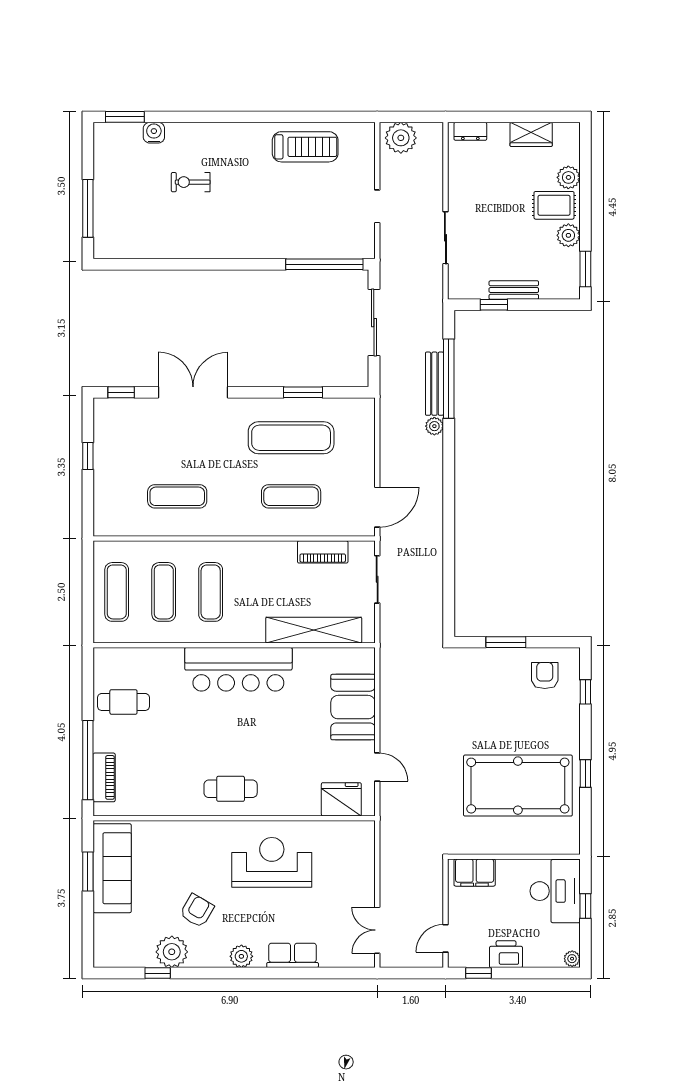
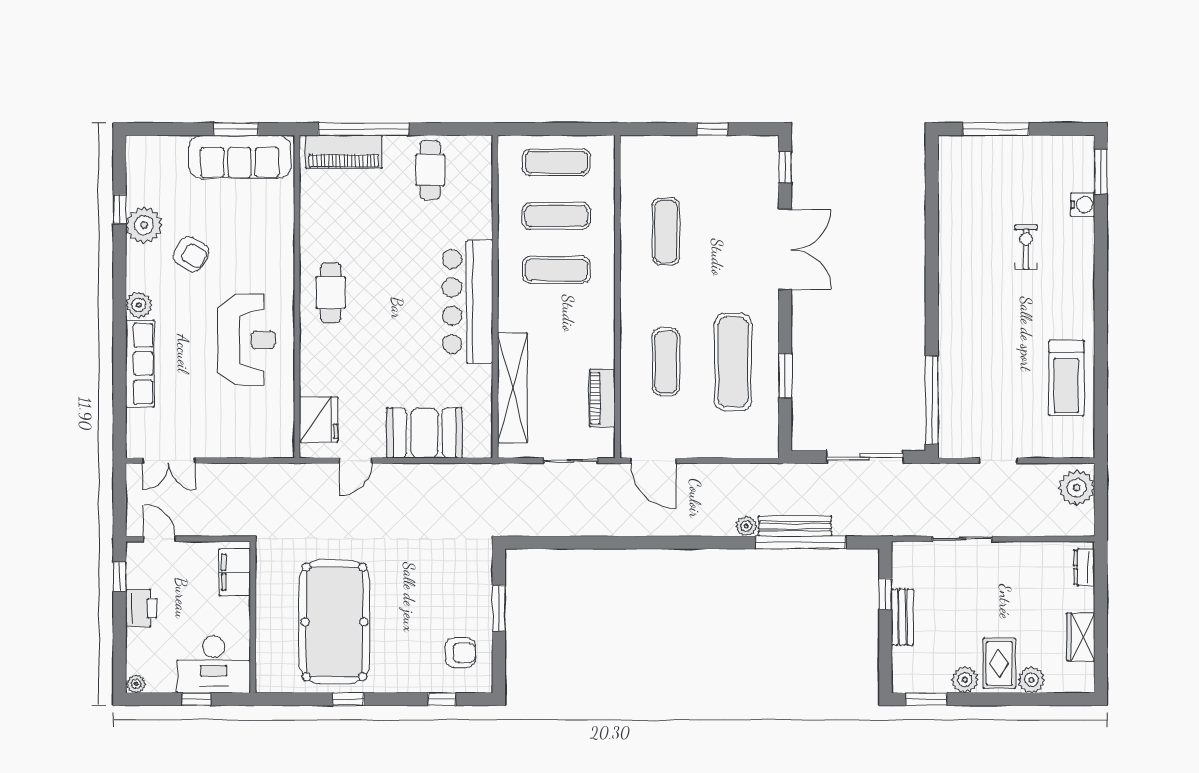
piano: (104, 777) -> (344, 152), width x1.37, depth x1.33
double door: (377, 930) -> (169, 461), swing flipped
row of seats: (293, 955) -> (140, 364), width x1.48

